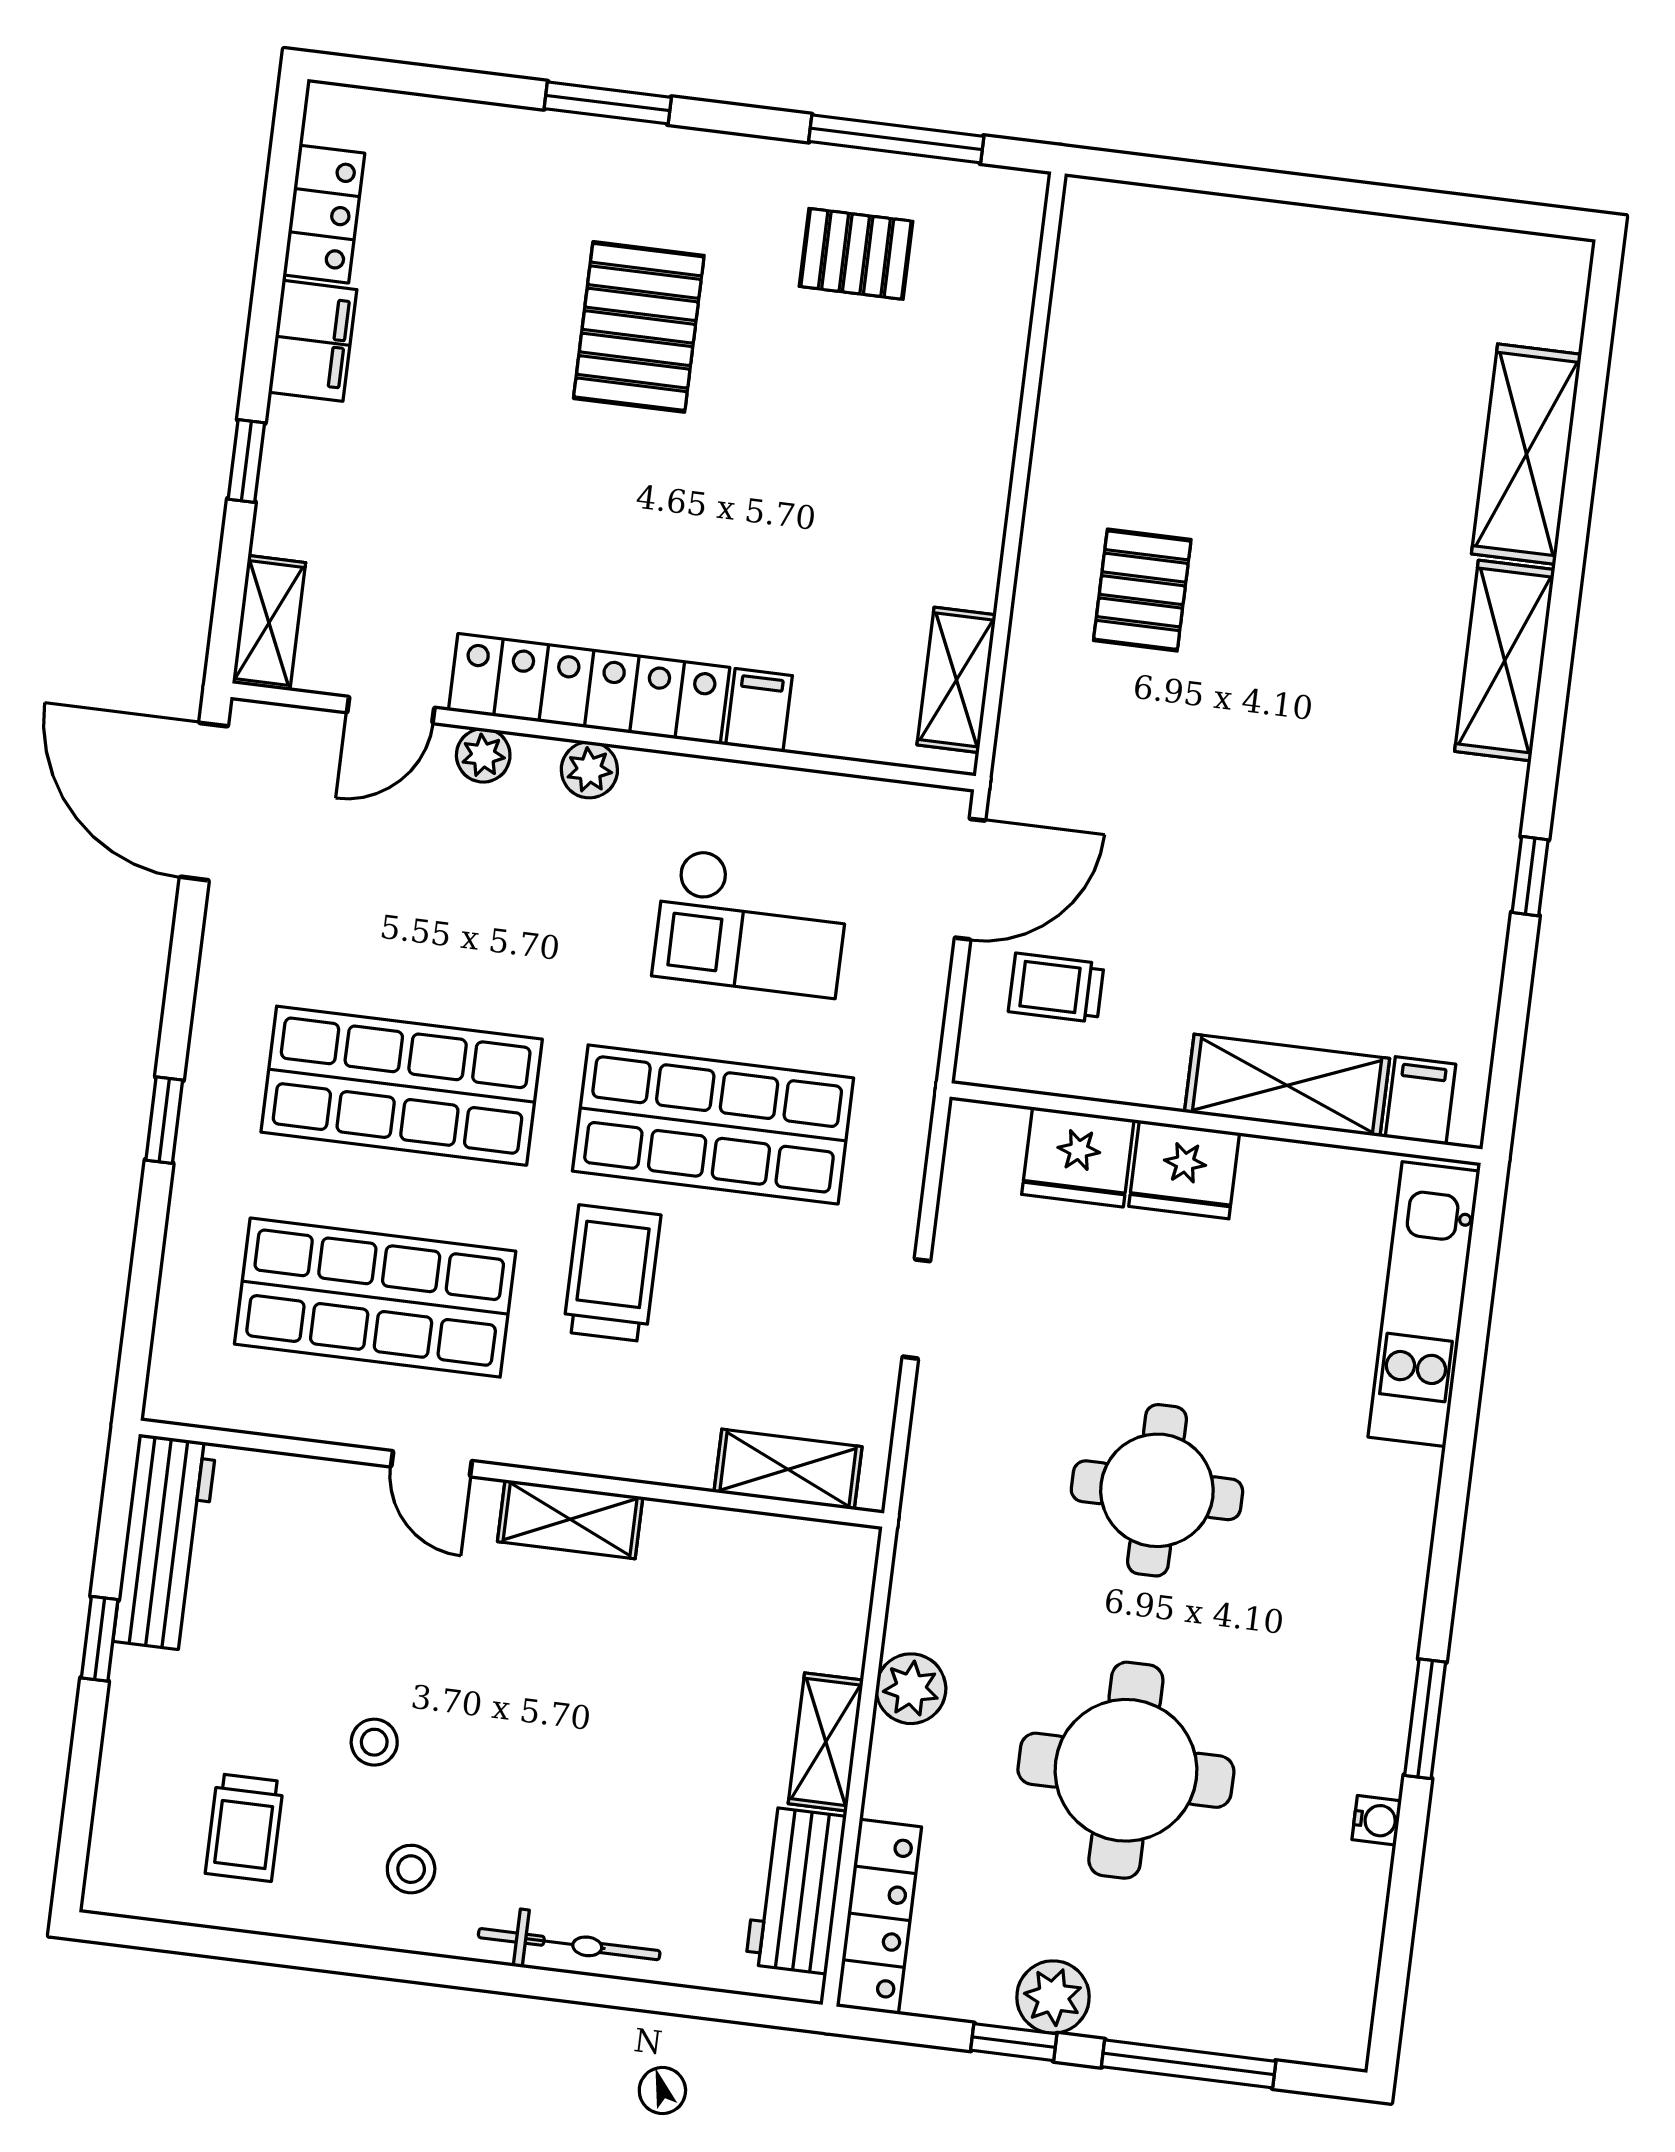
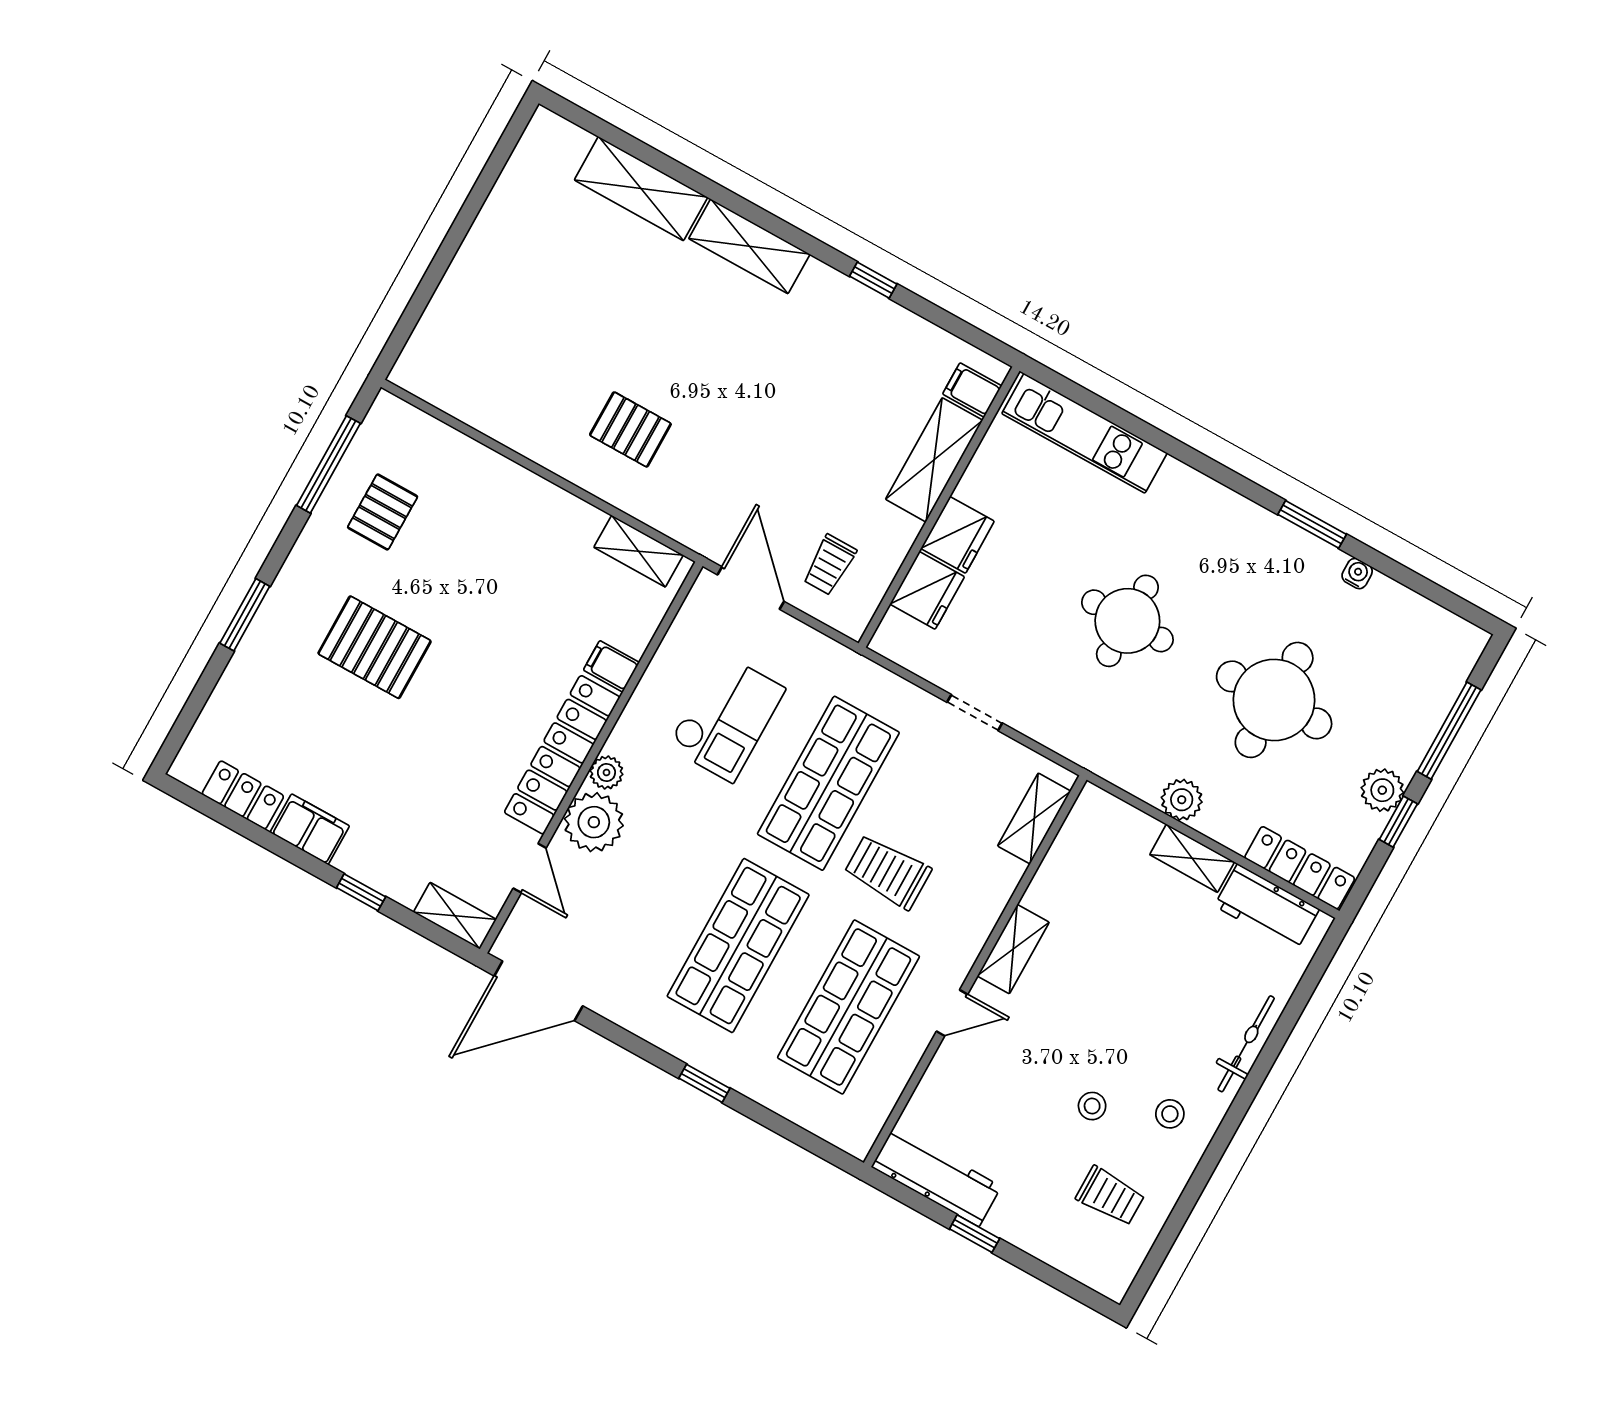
plant: (483, 755) -> (594, 822), width x1.88, depth x1.88

